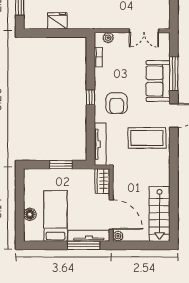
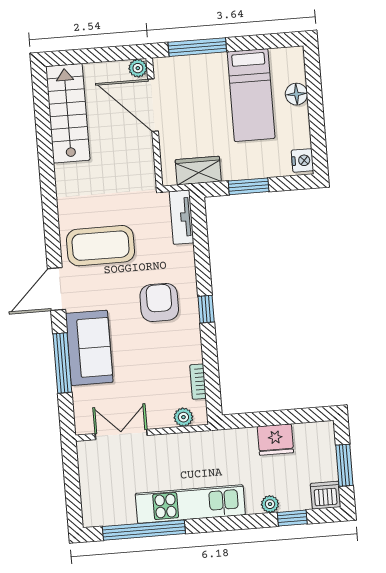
tv unit: (100, 144) -> (181, 217), width x0.71
nightstand: (29, 177) -> (303, 160), added
wardrobe: (102, 181) -> (198, 171), moved, turned -90
tv unit: (89, 236) -> (189, 65), removed

